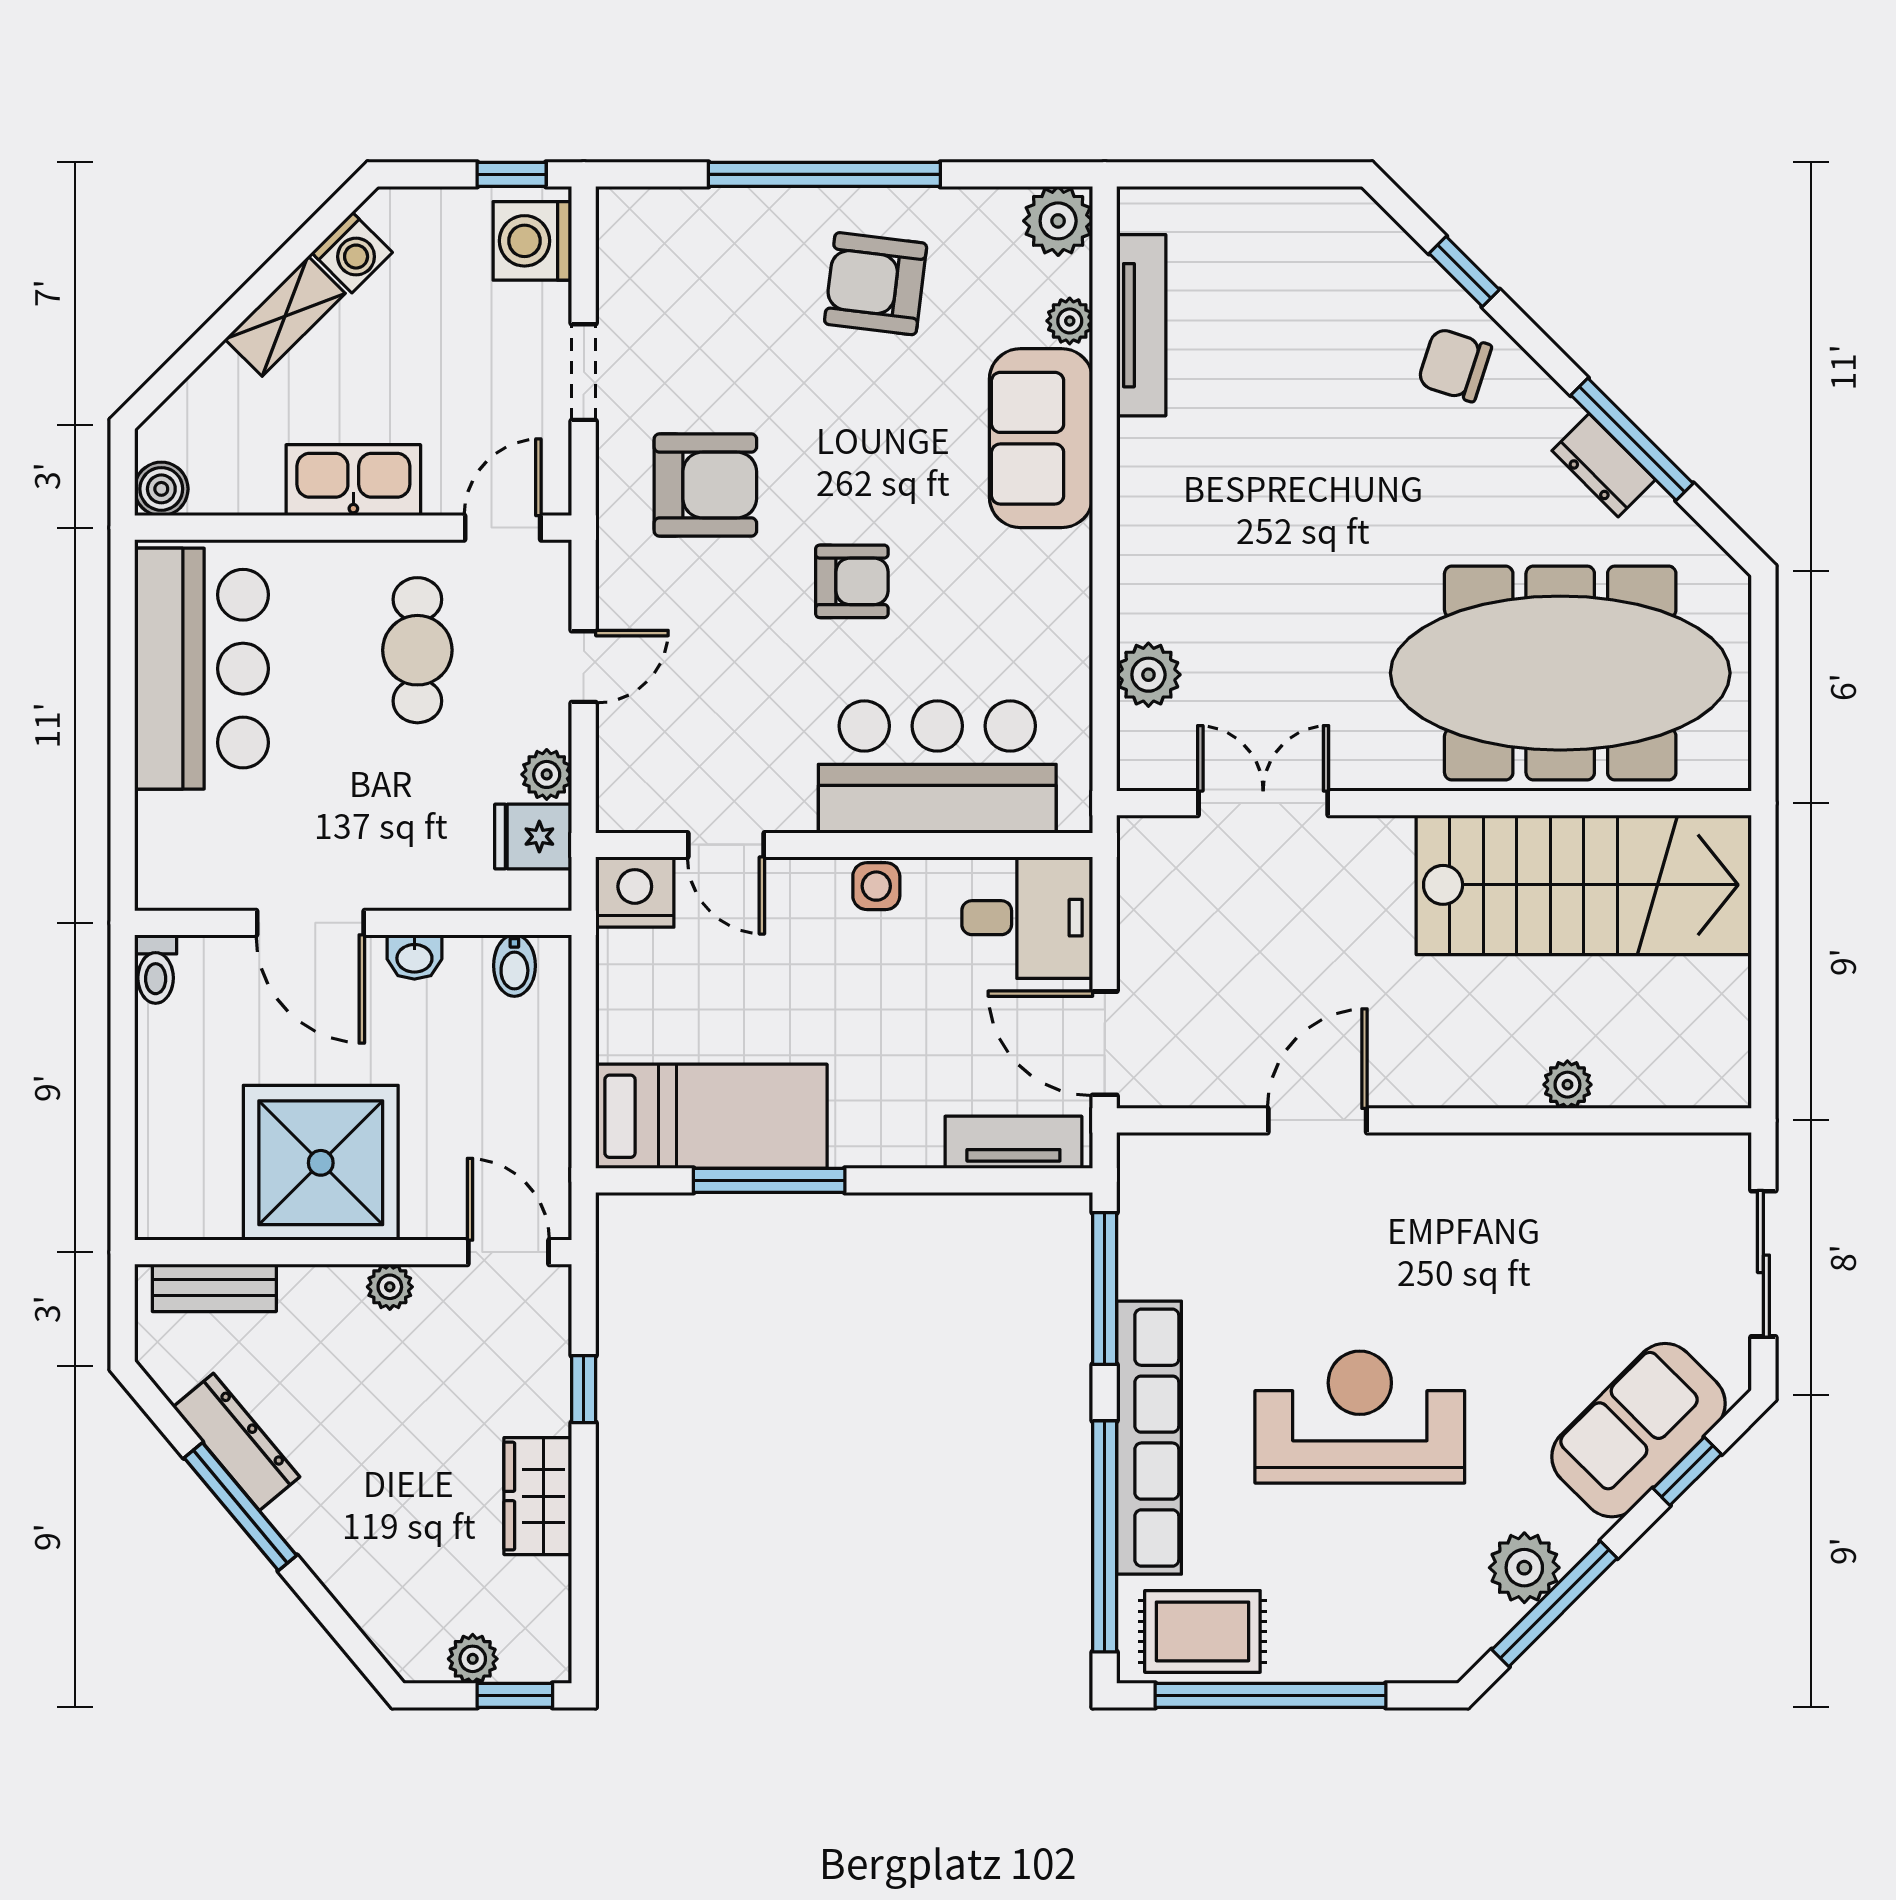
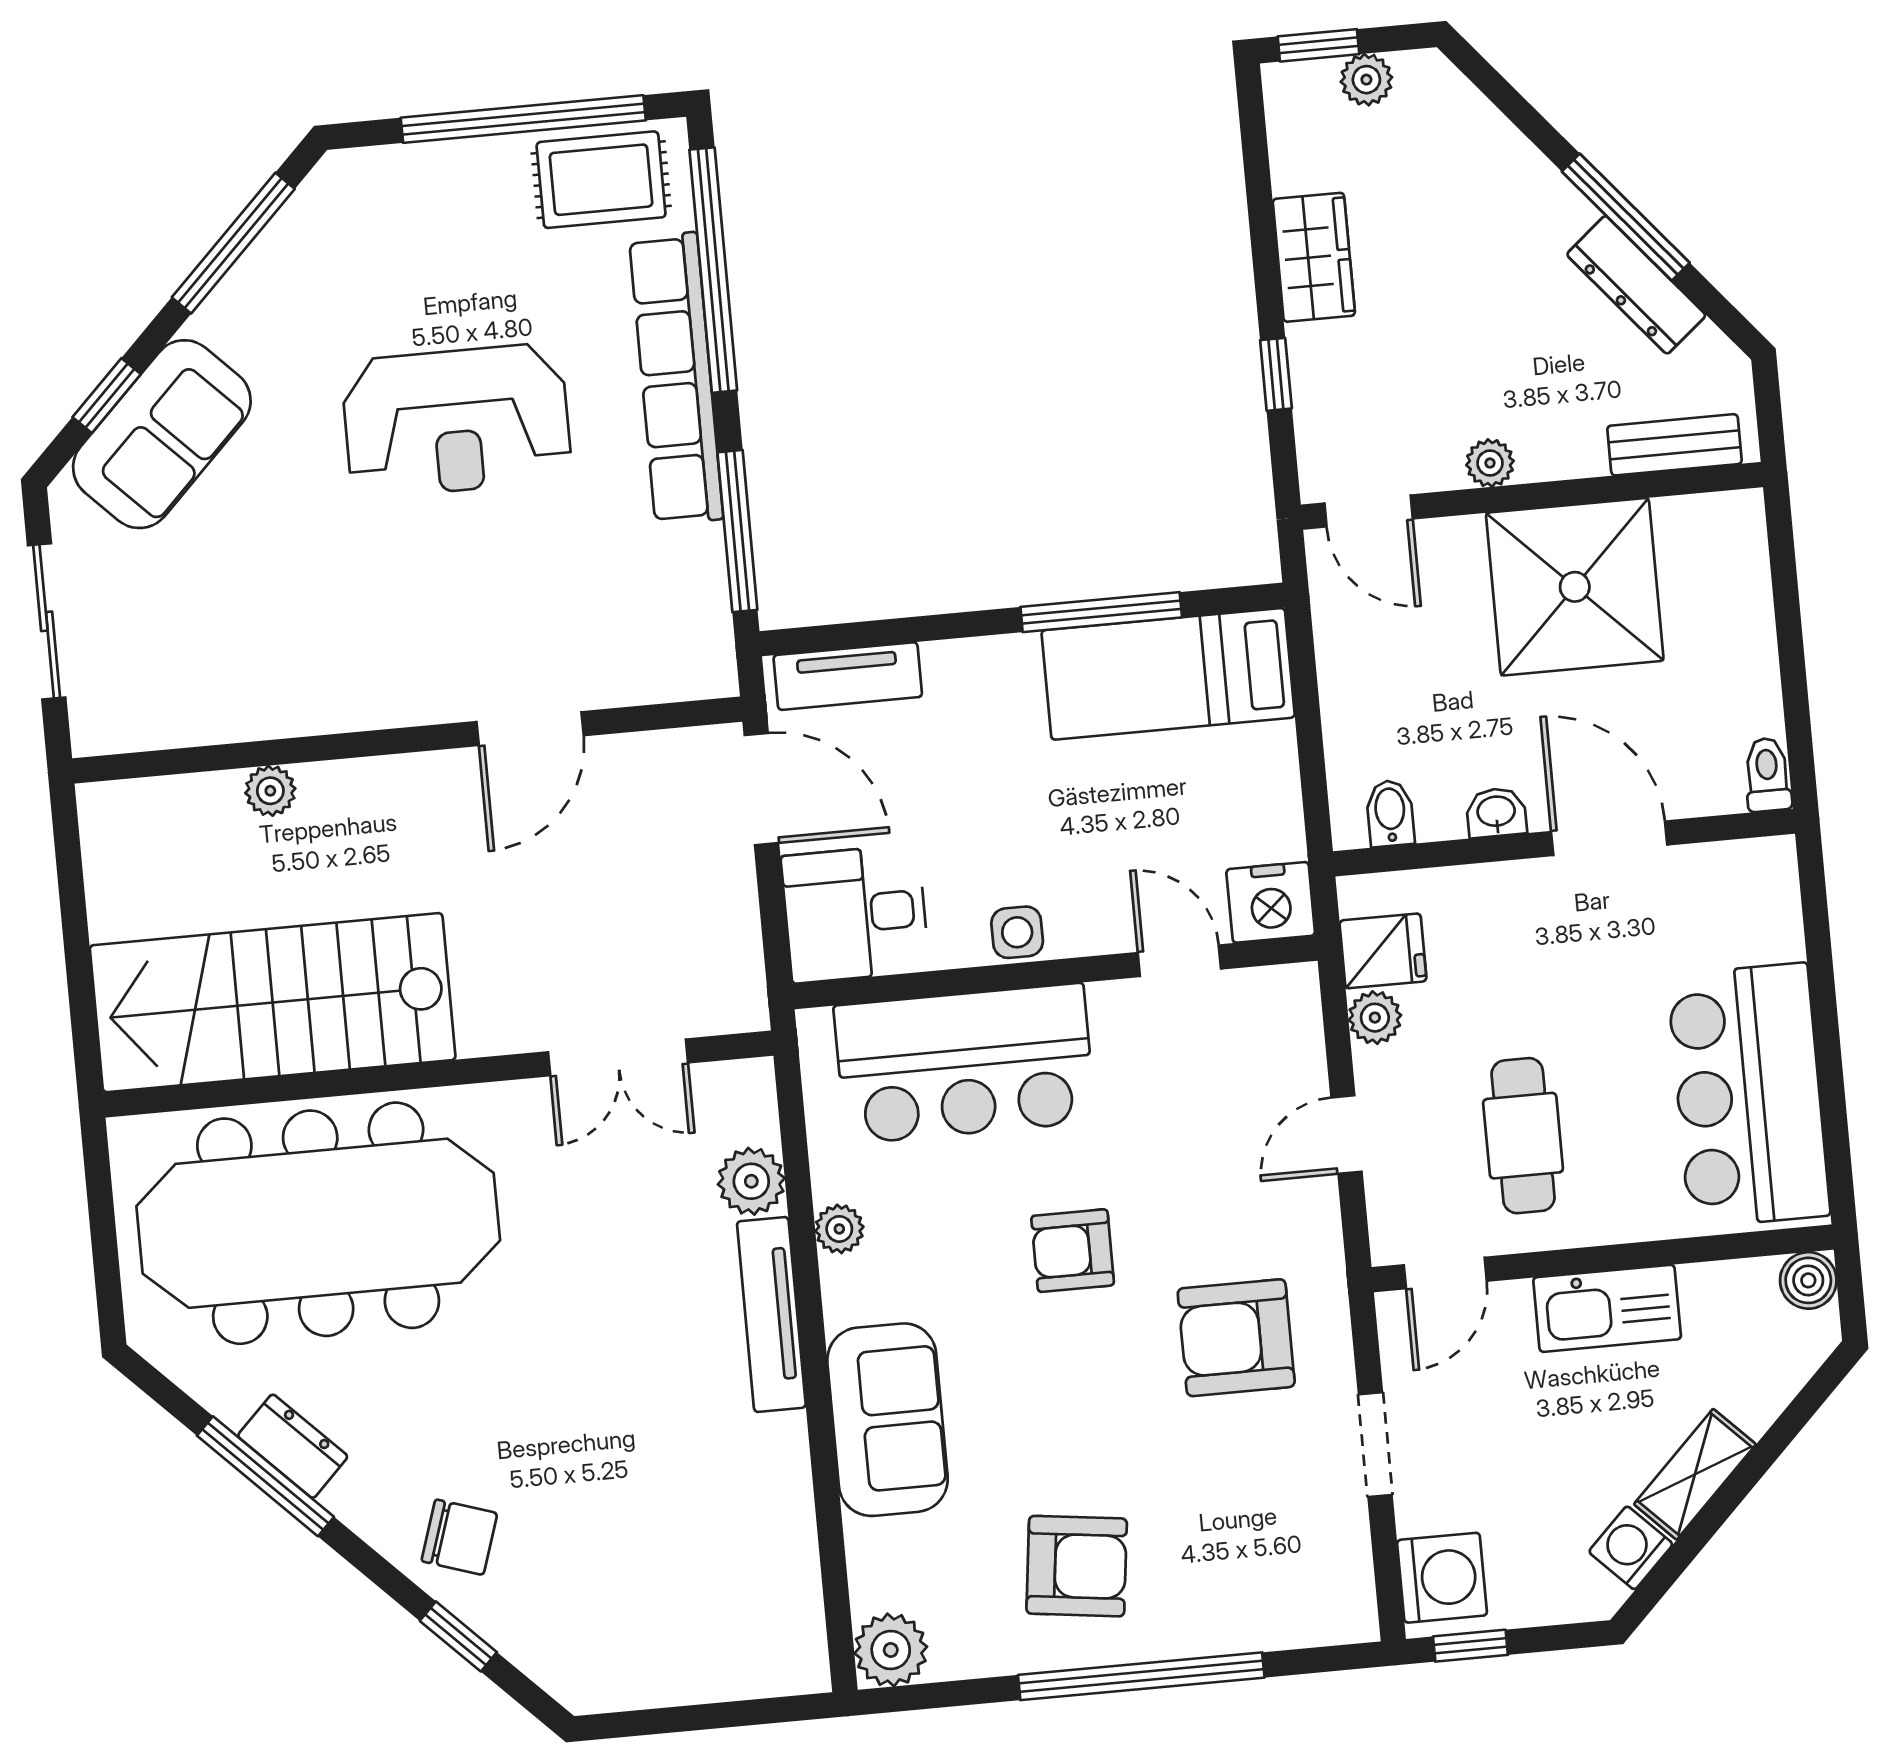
plant: (1070, 321) -> (839, 1229), moved
tv unit: (1141, 325) -> (771, 1314), moved
plant: (1524, 1568) -> (269, 278), removed

